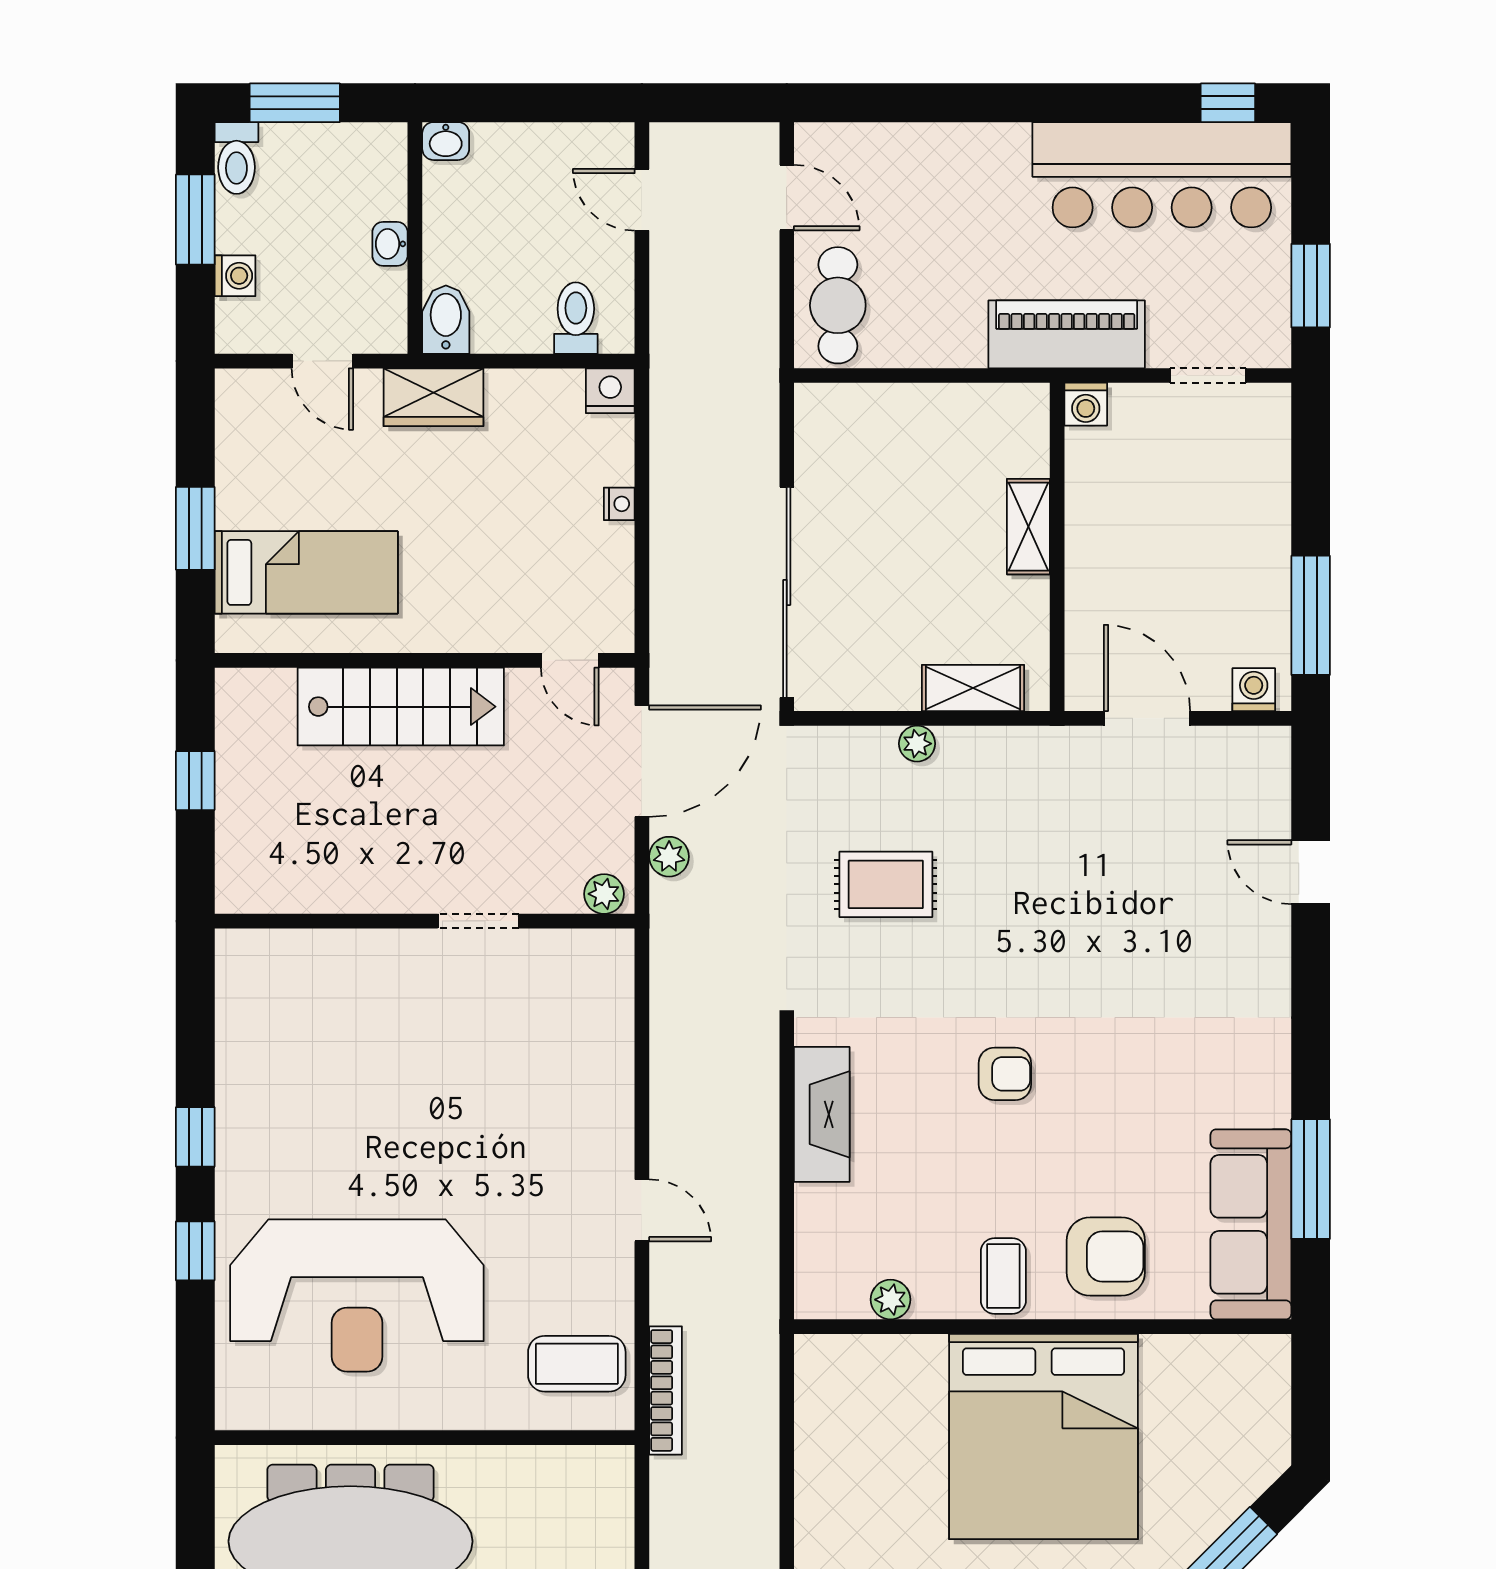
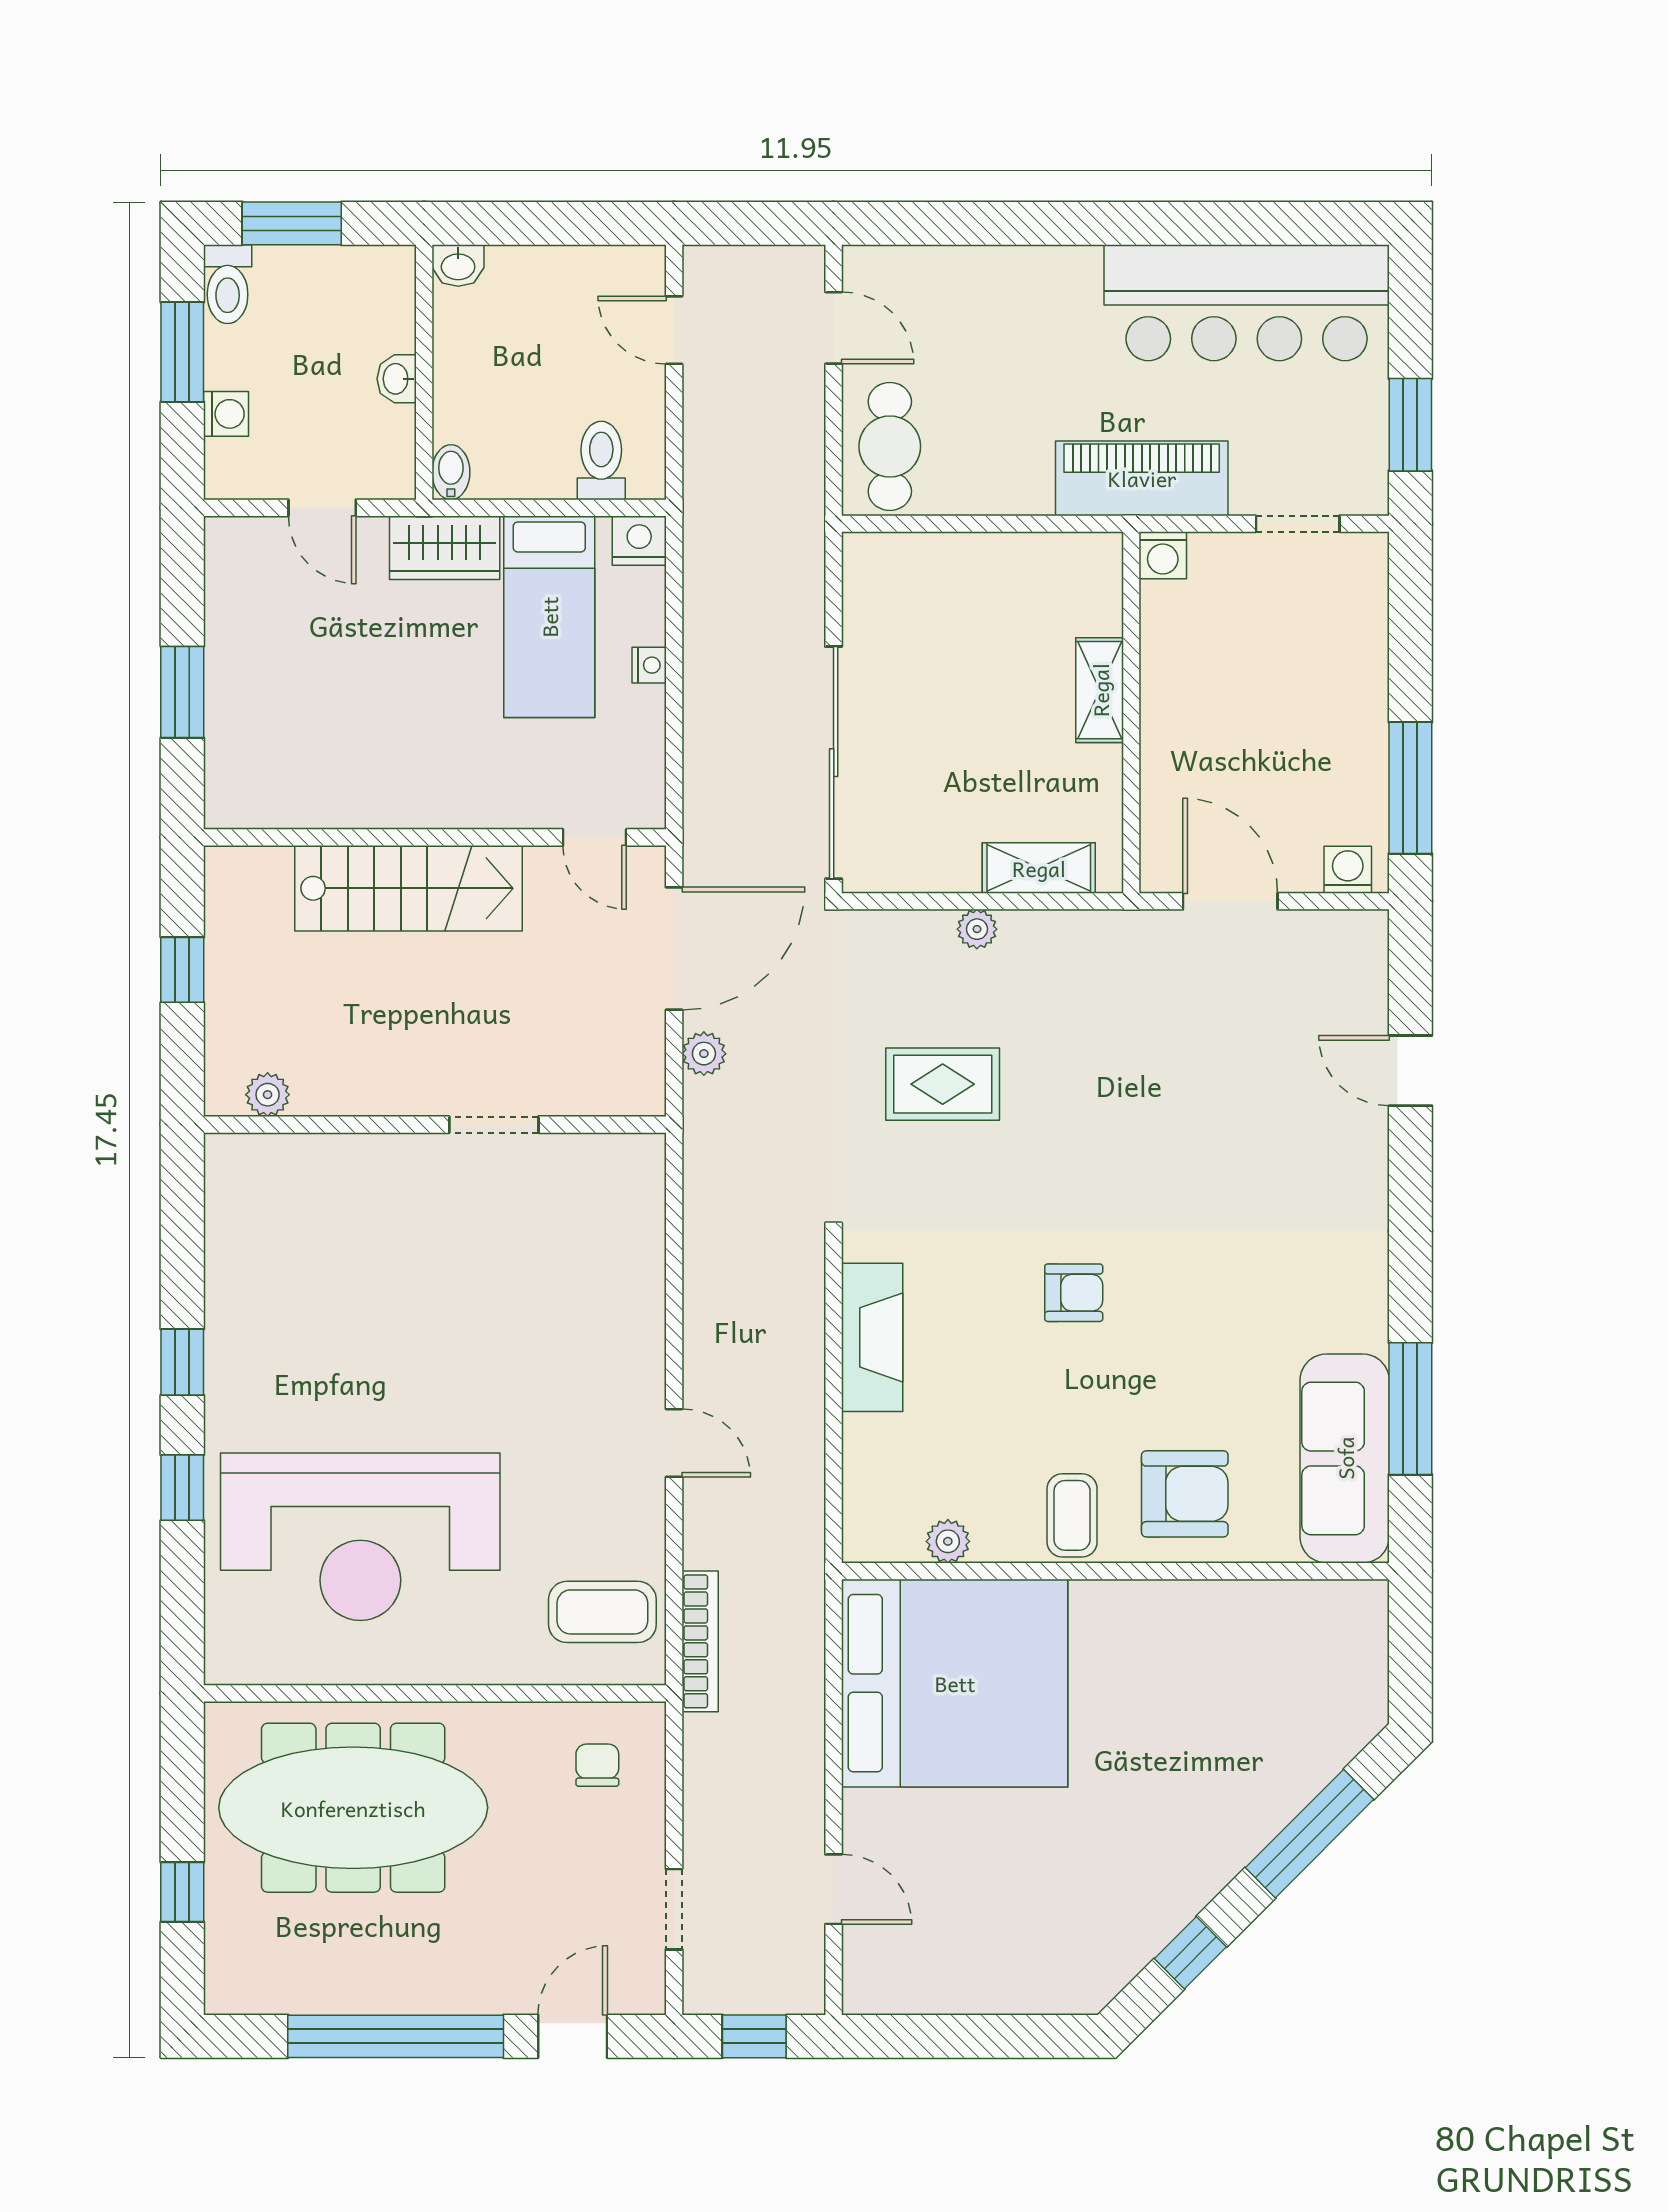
window: (1228, 103) -> (1319, 223), removed
bidet: (446, 320) -> (451, 472), width x0.72, depth x0.74
bed: (306, 572) -> (549, 617), moved, turned 90
plant: (604, 894) -> (268, 1095), moved
bed: (1043, 1437) -> (955, 1683), moved, turned -90
chair: (572, 1503) -> (597, 1765), added

